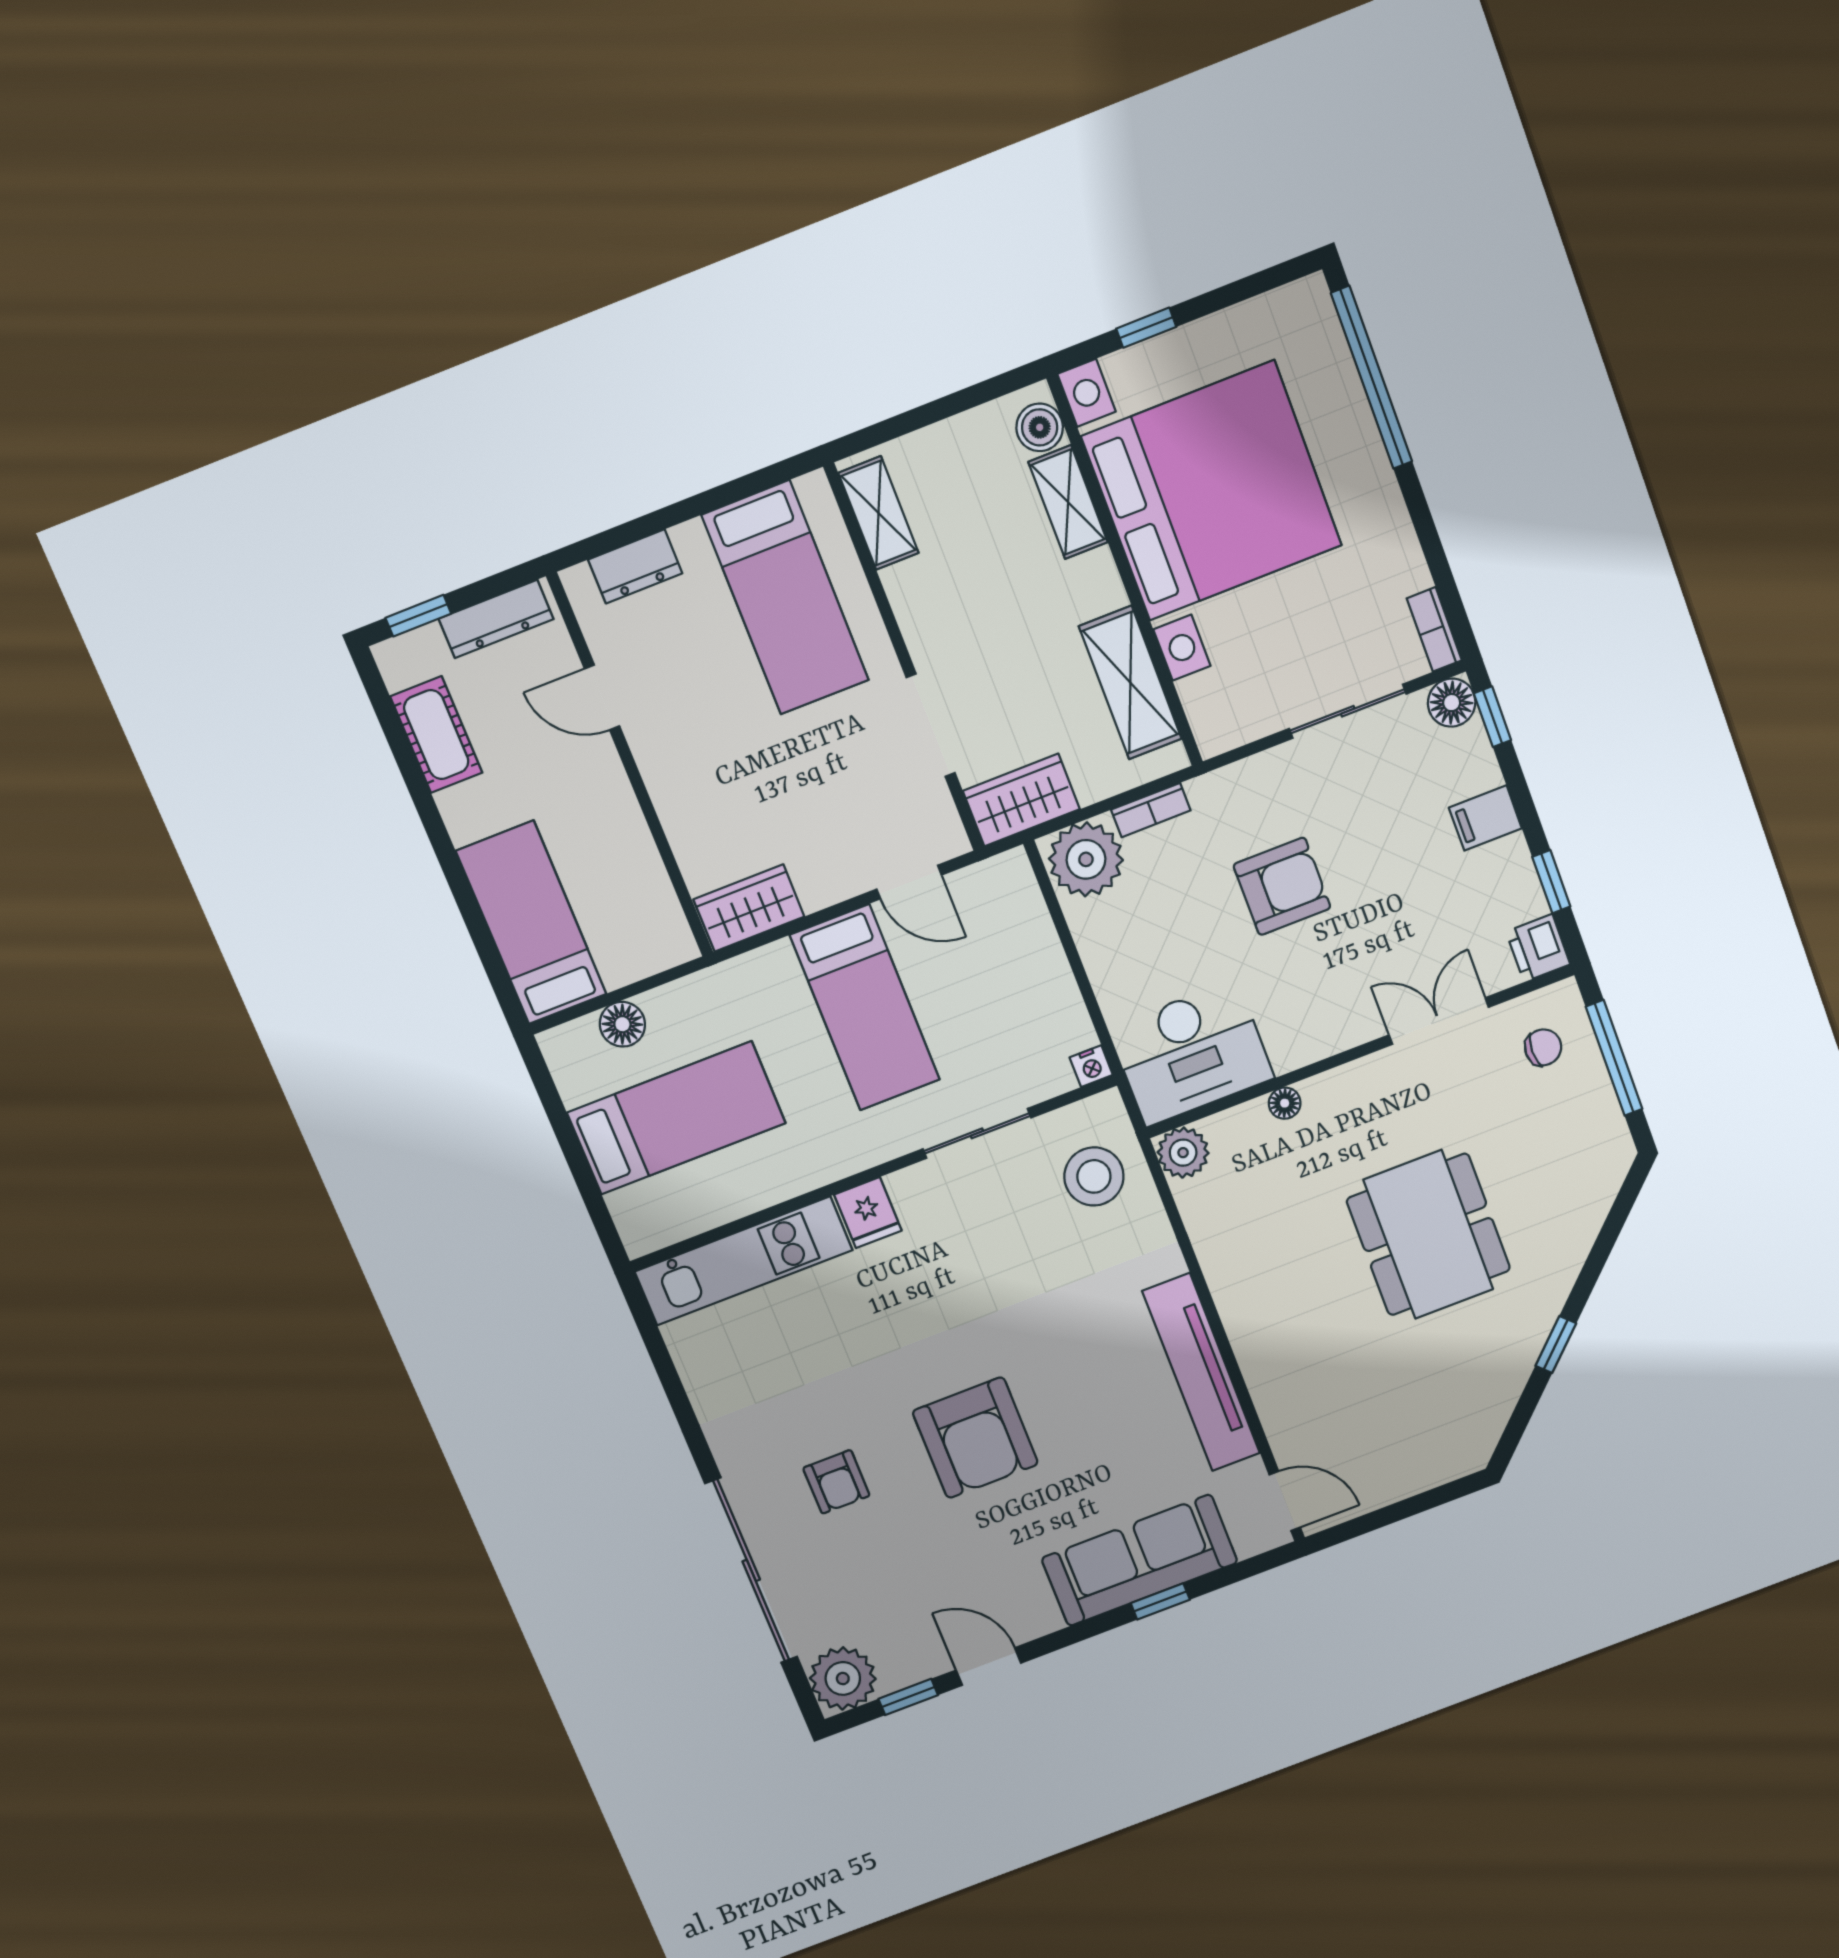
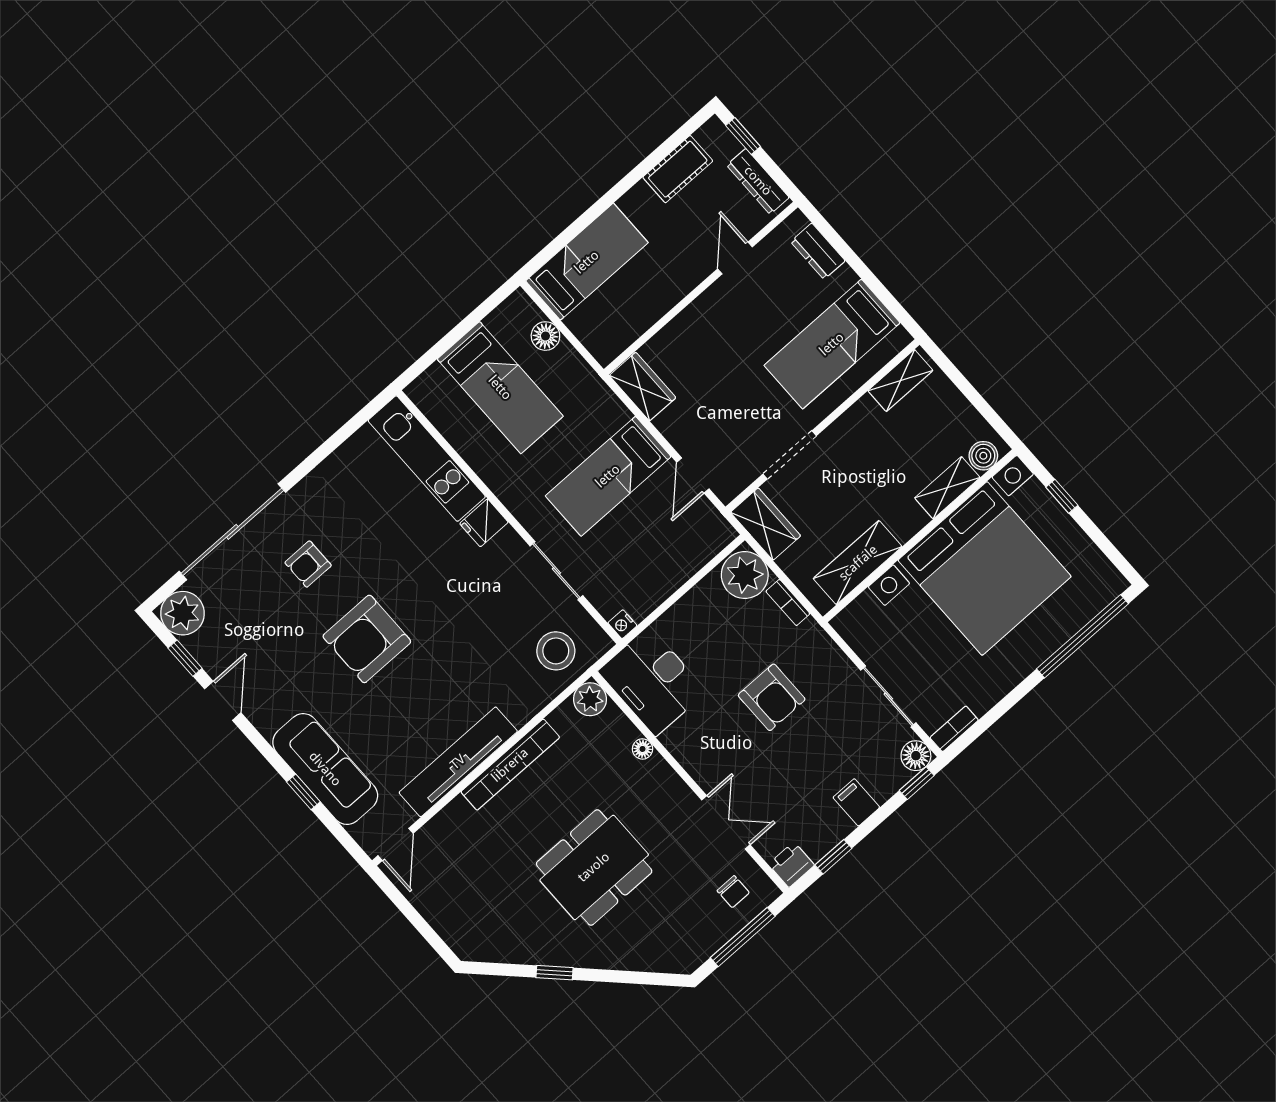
bookcase: (1234, 1300) -> (510, 765), added

